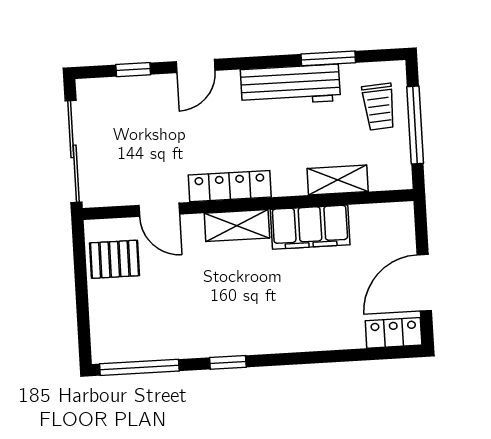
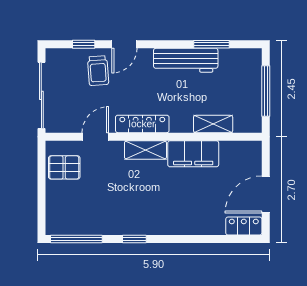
trolley: (379, 107) -> (98, 71), moved
door: (159, 210) -> (95, 137), swing flipped

